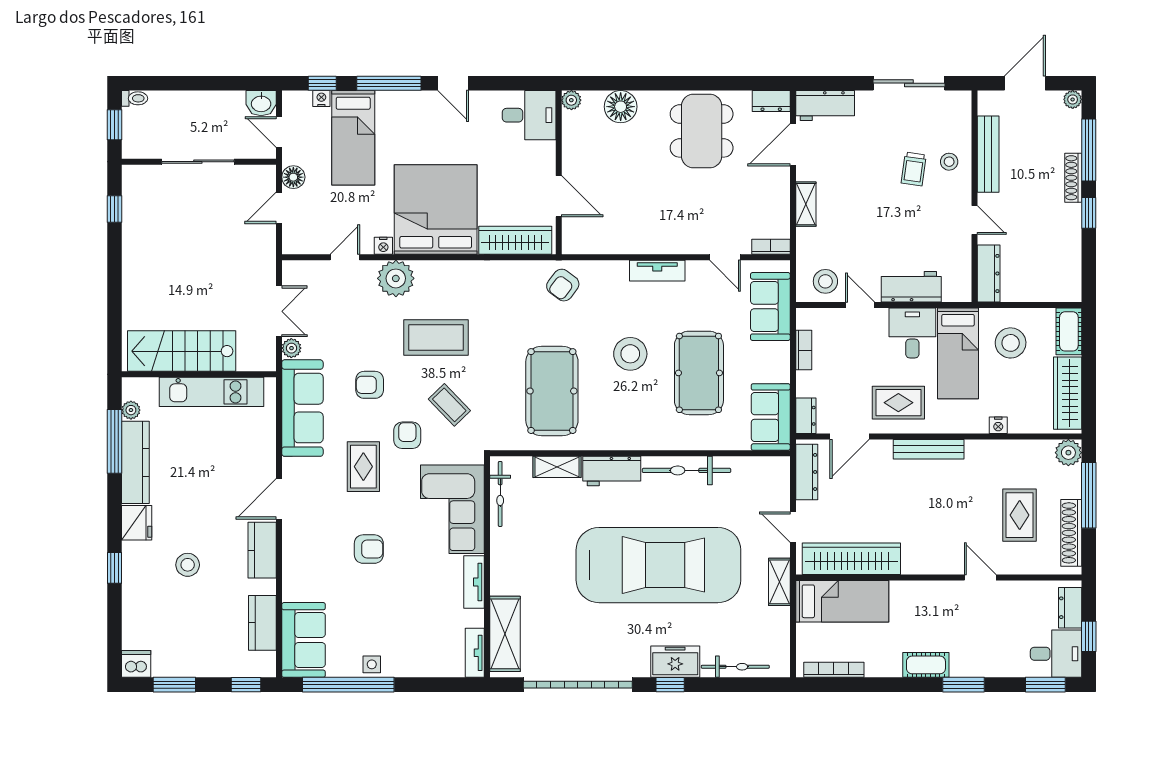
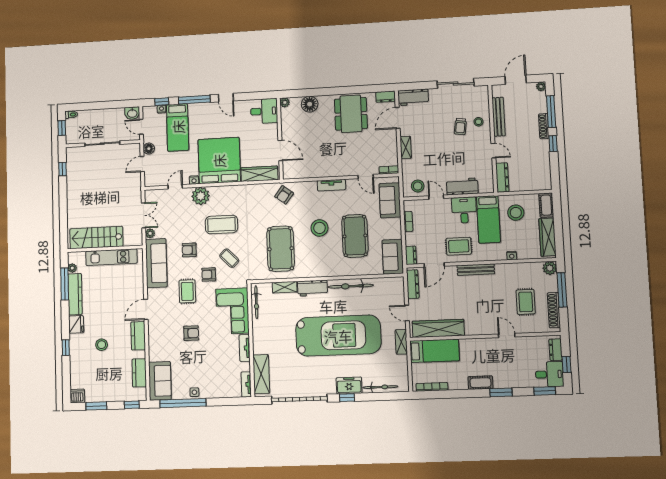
armchair: (407, 435) -> (209, 274), turned -90

